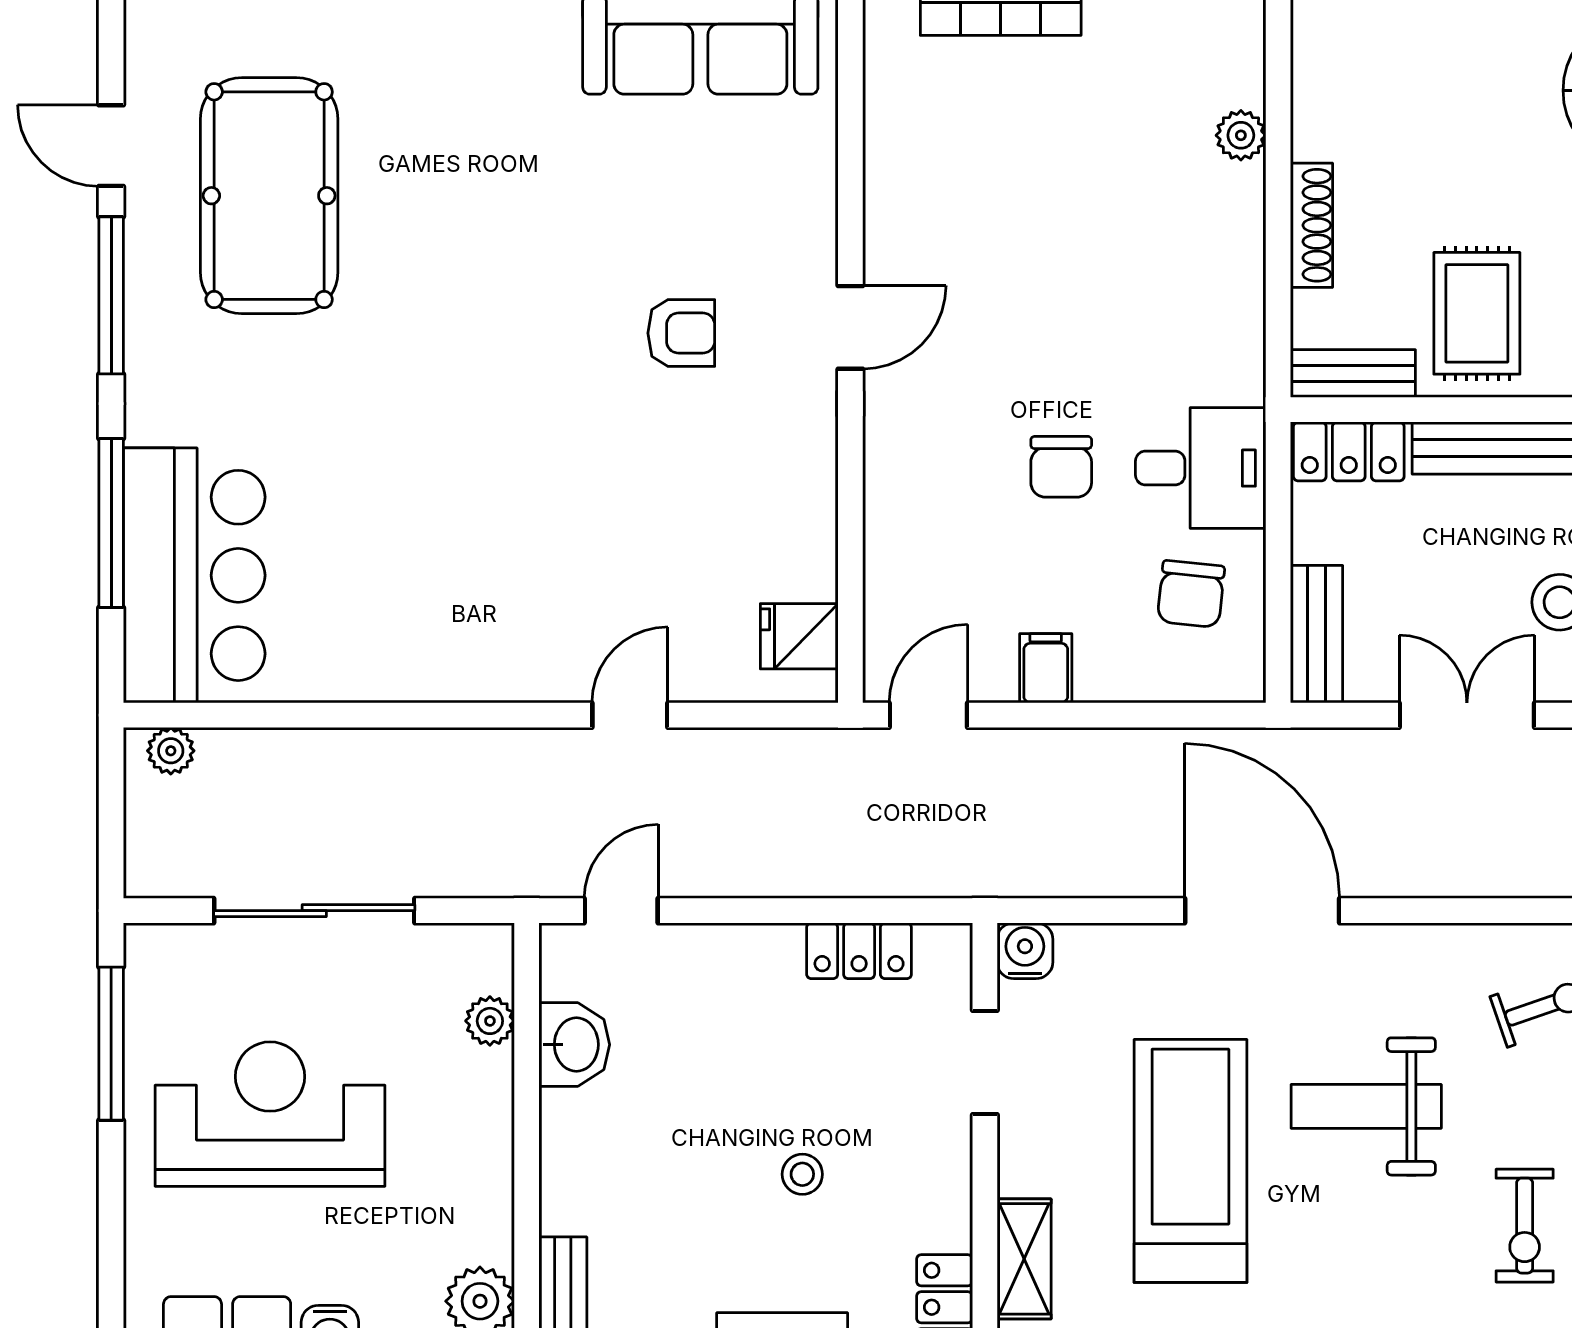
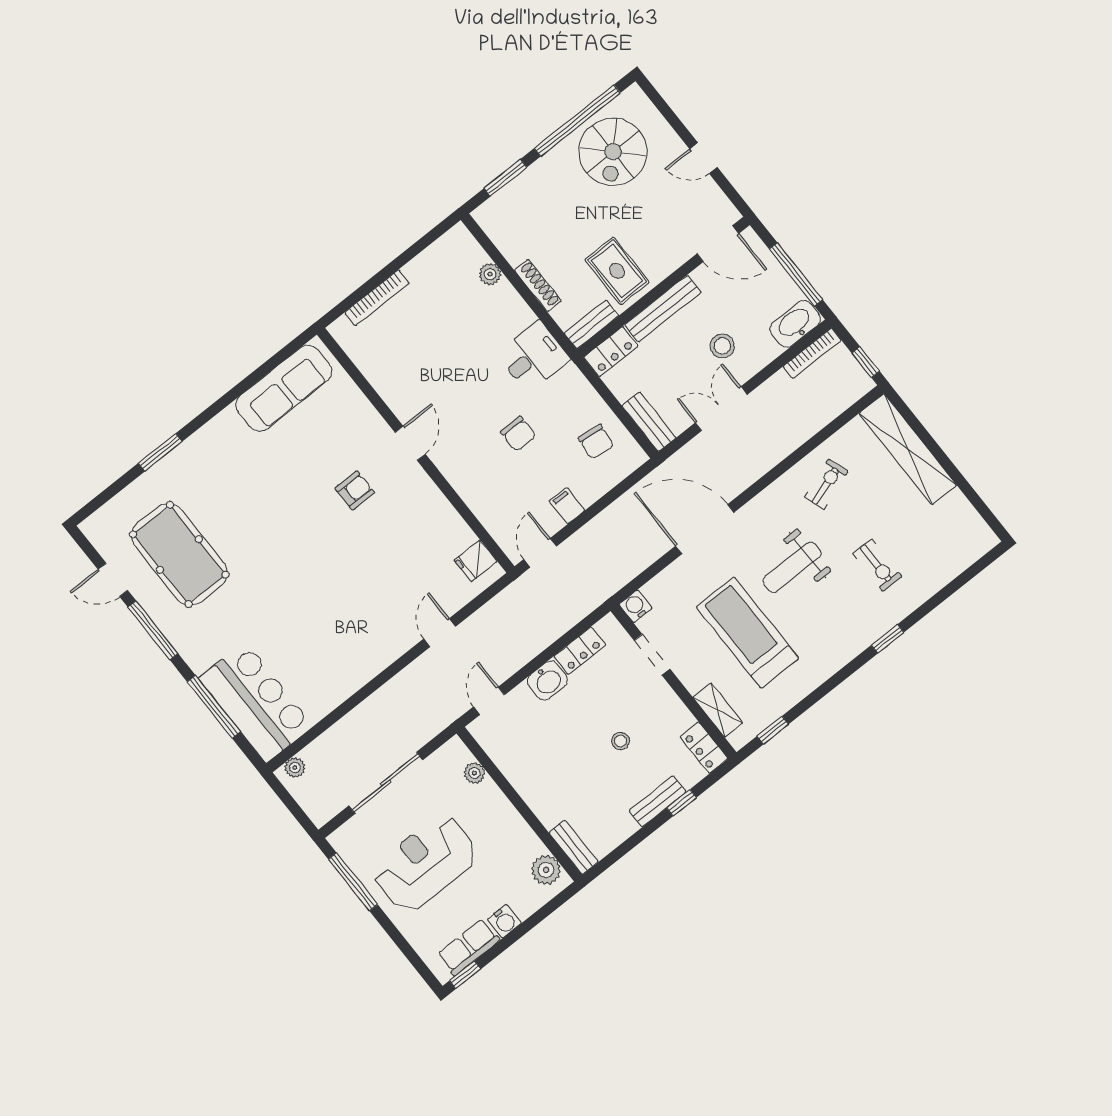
desk: (1201, 468) -> (533, 357), moved
washbasin: (574, 1045) -> (547, 680), moved, turned 90

